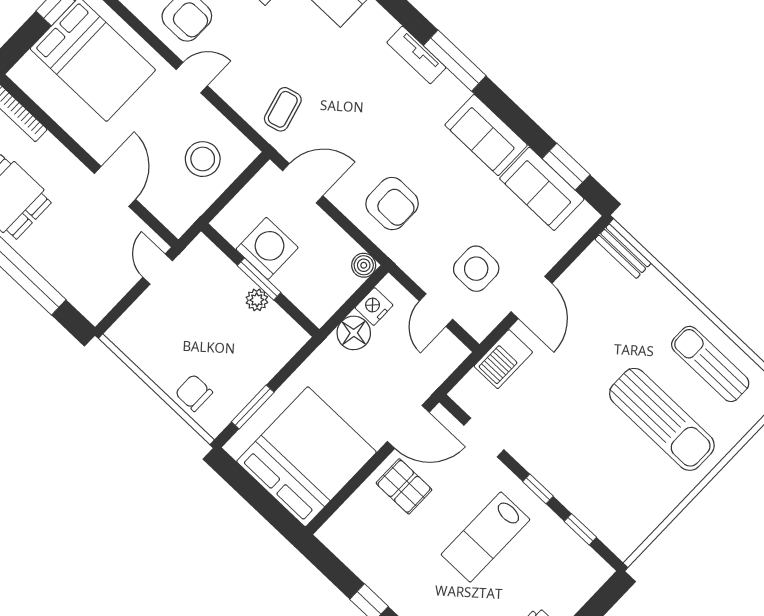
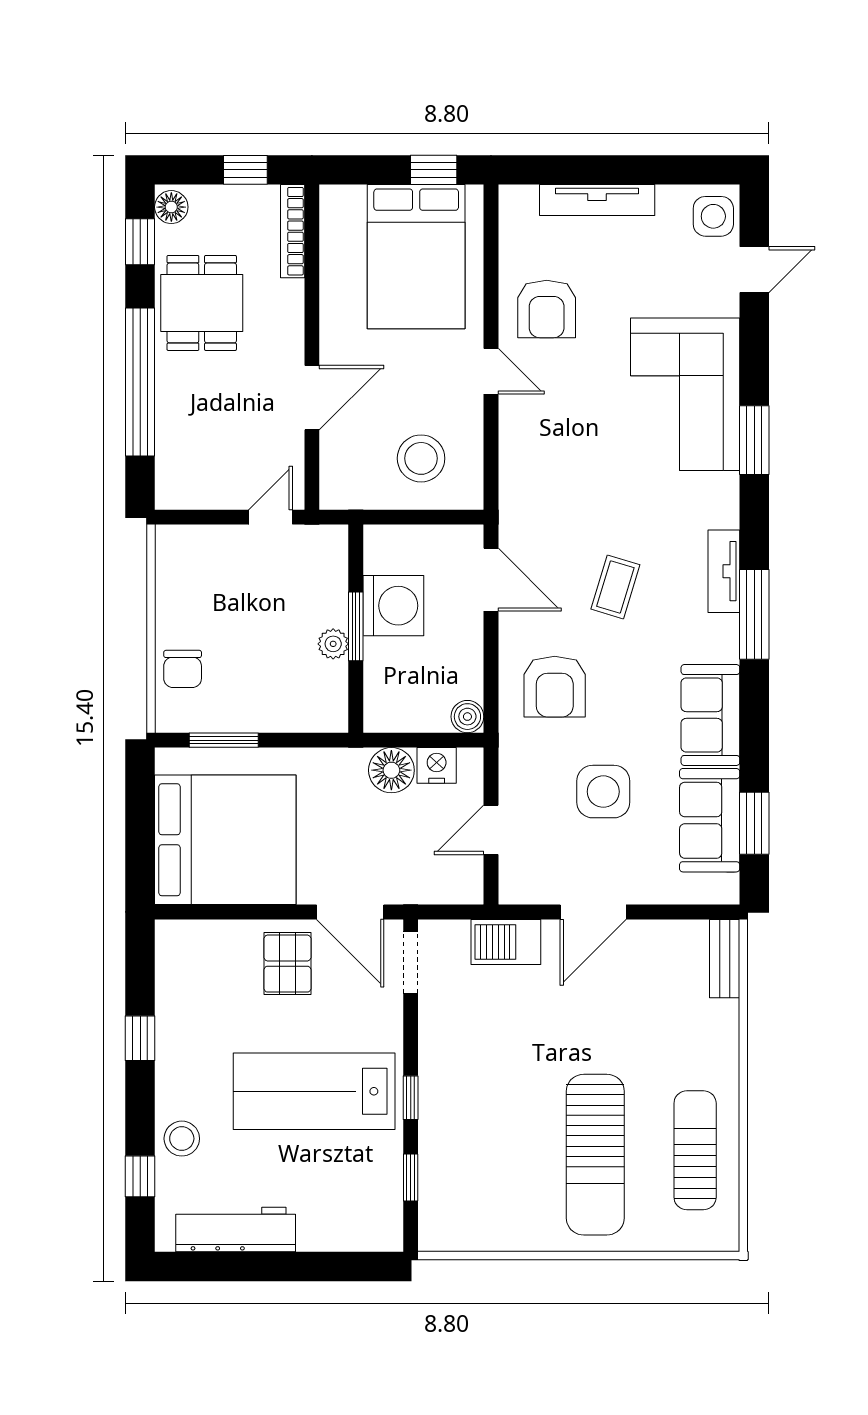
coffee table: (283, 109) -> (615, 587), moved, turned -58
side table: (476, 269) -> (603, 792), moved
chair: (194, 393) -> (183, 669), turned 180
doorway: (484, 438) -> (411, 962), moved
lab bench: (486, 537) -> (314, 1091), width x1.36, depth x1.39

